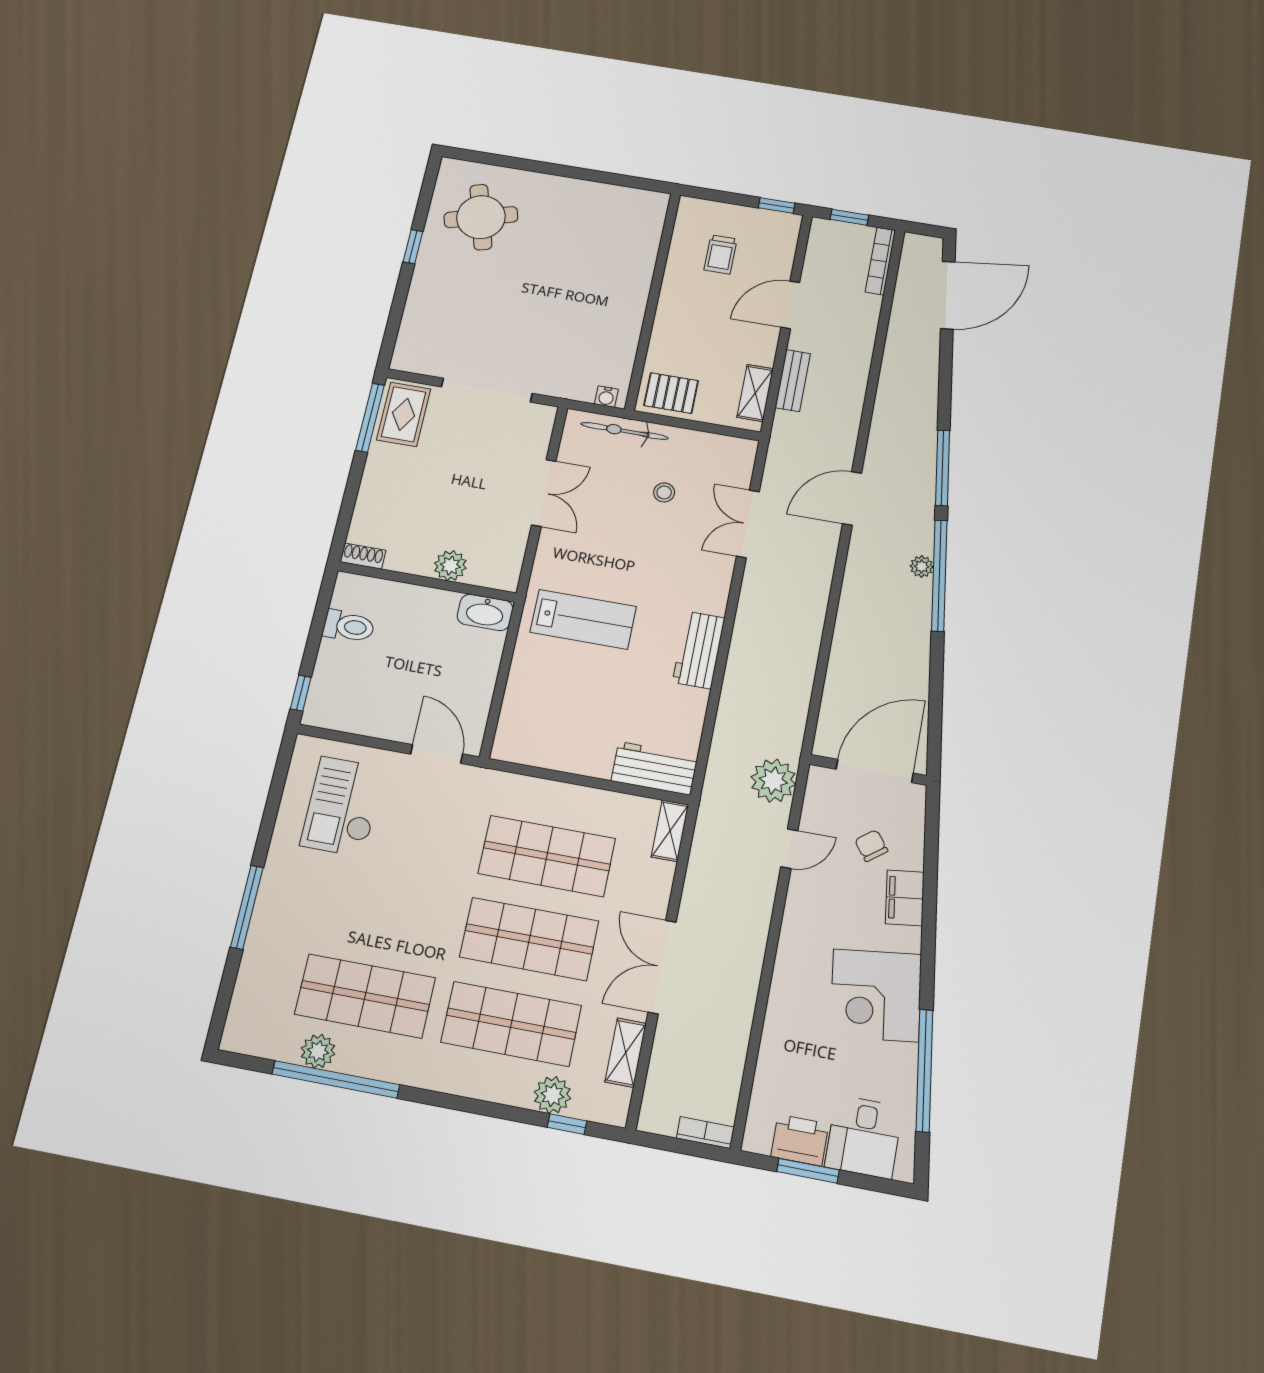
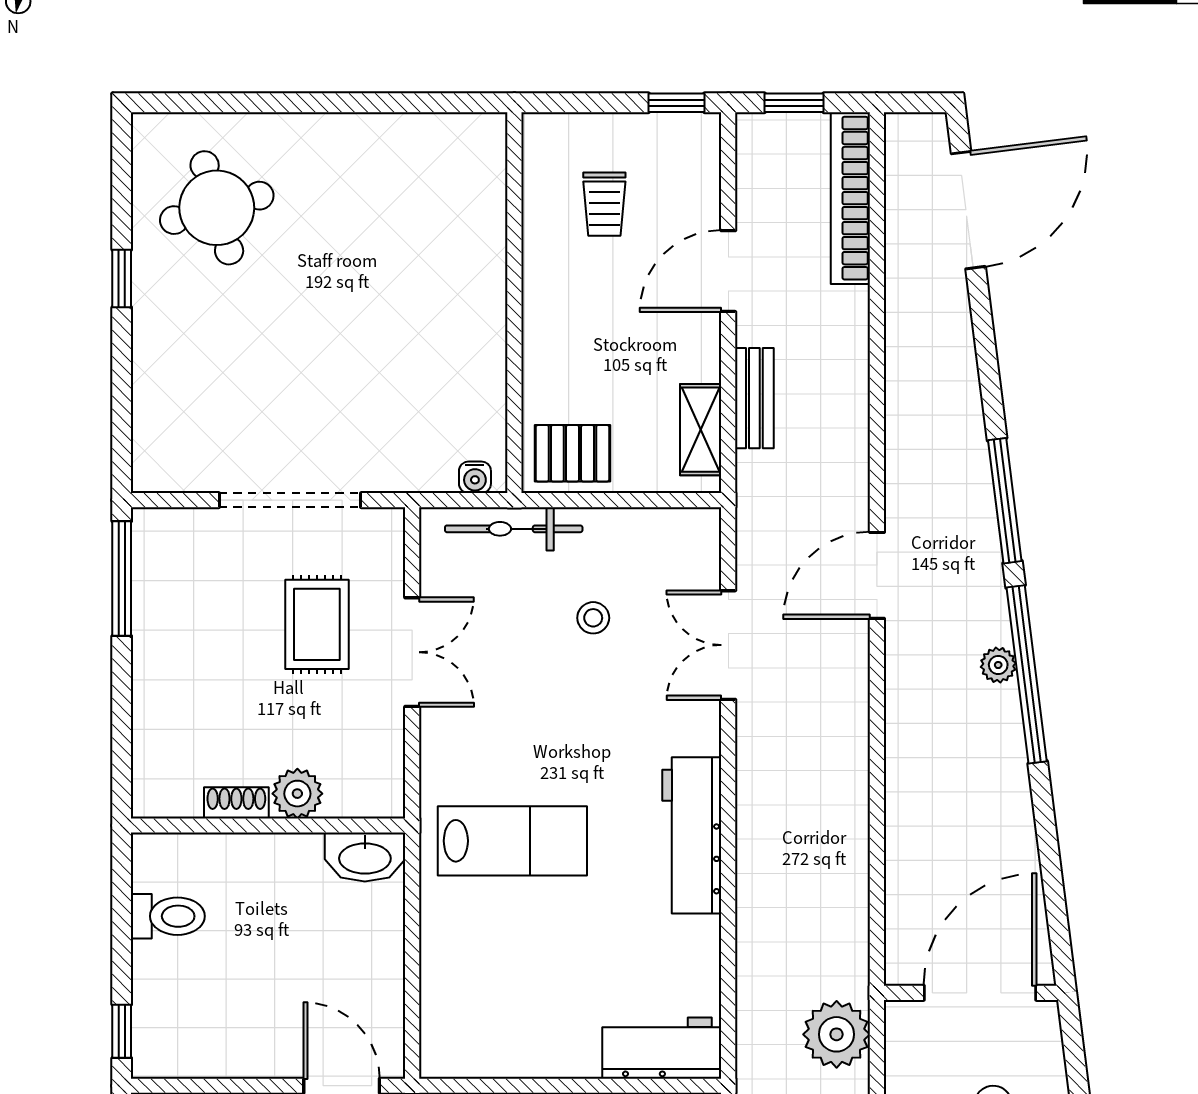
bookcase: (881, 261) -> (850, 198), width x1.48, depth x1.31
rug: (404, 414) -> (317, 624), moved
shoe rack: (363, 556) -> (236, 803), moved
workbench: (699, 650) -> (692, 835), width x1.37

